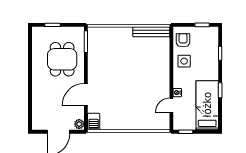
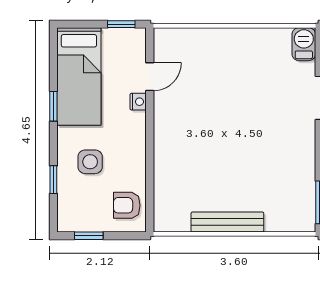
bench: (151, 32) -> (227, 222), moved
armchair: (183, 40) -> (127, 205), turned 90
side table: (184, 61) -> (90, 162), moved

